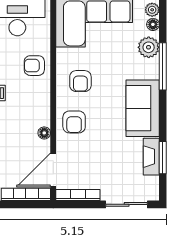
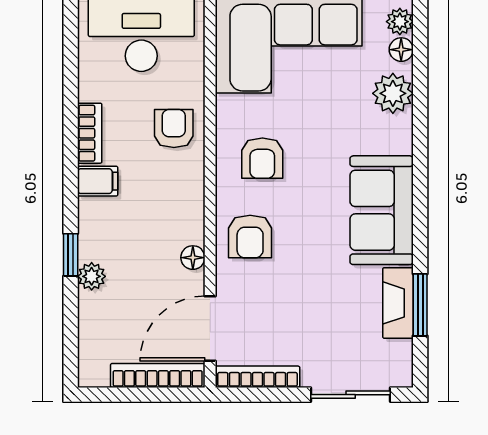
armchair: (34, 66) -> (174, 128), turned 90
window: (163, 66) -> (420, 130), removed

